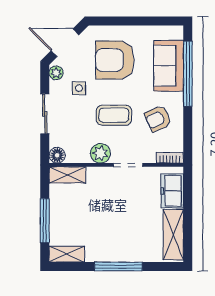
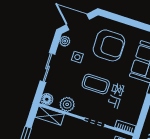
armchair: (115, 60) -> (109, 45), turned 180
armchair: (158, 119) -> (126, 96), removed
plant: (100, 153) -> (67, 104), moved

